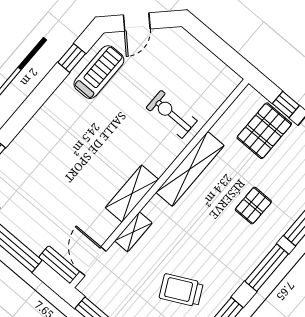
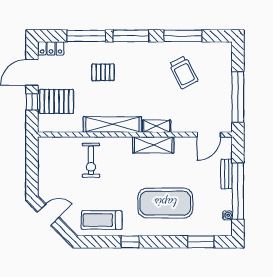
door: (137, 22) -> (48, 215), moved
window: (72, 58) -> (130, 242), moved
exercise mat: (60, 154) -> (165, 203), added
shelving: (133, 232) -> (157, 126), moved
bench: (59, 265) -> (226, 174), moved

